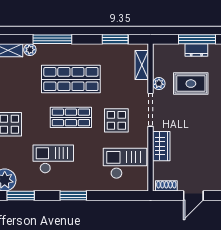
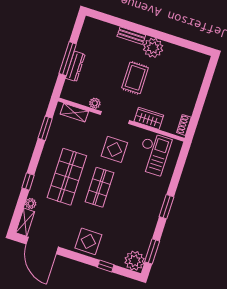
window: (52, 39) -> (28, 181), width x0.46
dresser: (196, 50) -> (75, 66), width x1.44
rug: (191, 84) -> (135, 78), moved
checkout: (53, 159) -> (130, 214), removed
checkout: (125, 163) -> (153, 154), turned 180
door: (193, 196) -> (200, 105), removed

